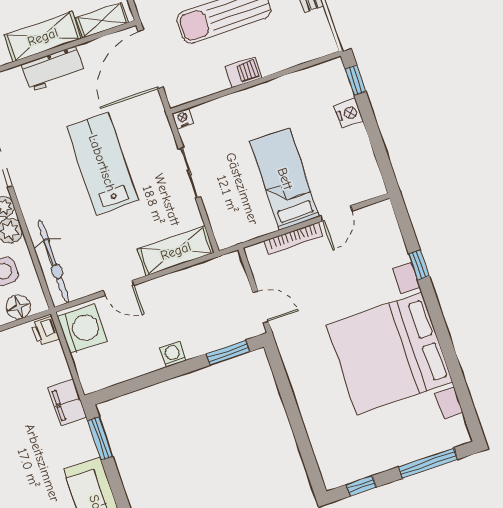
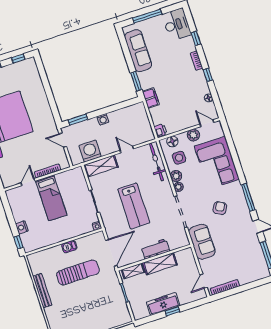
washing machine: (82, 329) -> (90, 151), moved, turned 90

